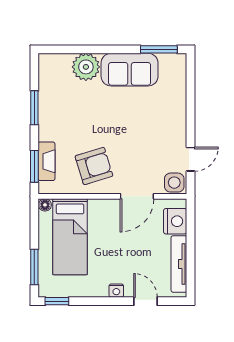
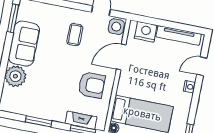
coffee table: (154, 132) -> (75, 35), added
armchair: (94, 166) -> (92, 85), turned 107
door: (137, 196) -> (121, 57), swing flipped

